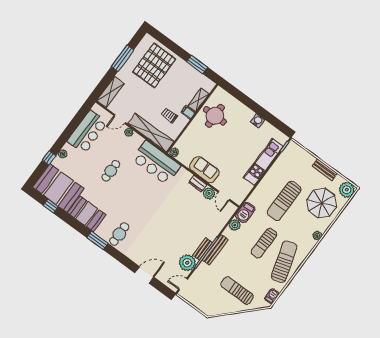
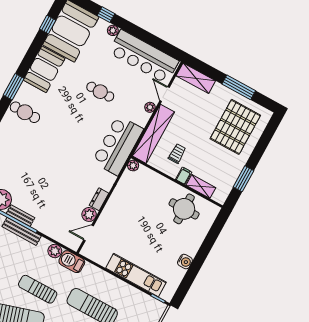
pallet: (154, 65) -> (235, 127), turned 90
bar counter: (87, 132) -> (144, 57), width x1.36
sofa: (204, 170) -> (117, 205), removed

